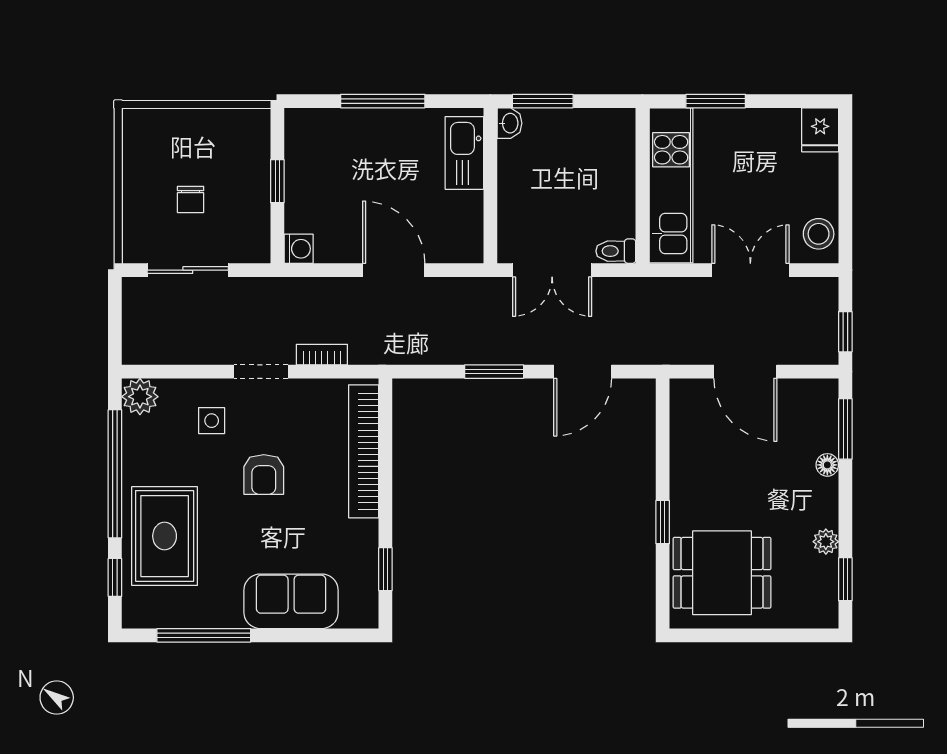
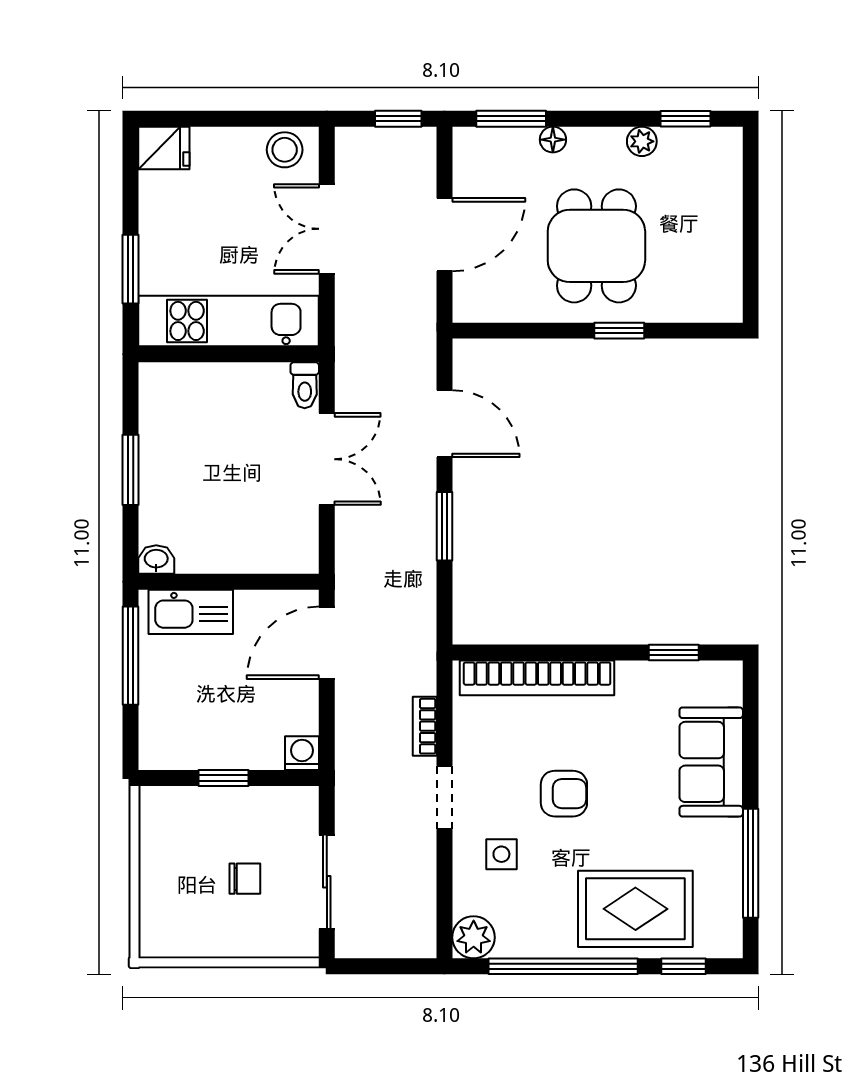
washbasin: (509, 123) -> (156, 560), moved
kitchen sink: (464, 153) -> (191, 612), moved
wall: (490, 186) -> (229, 582), moved
dining table: (722, 573) -> (596, 246), moved

